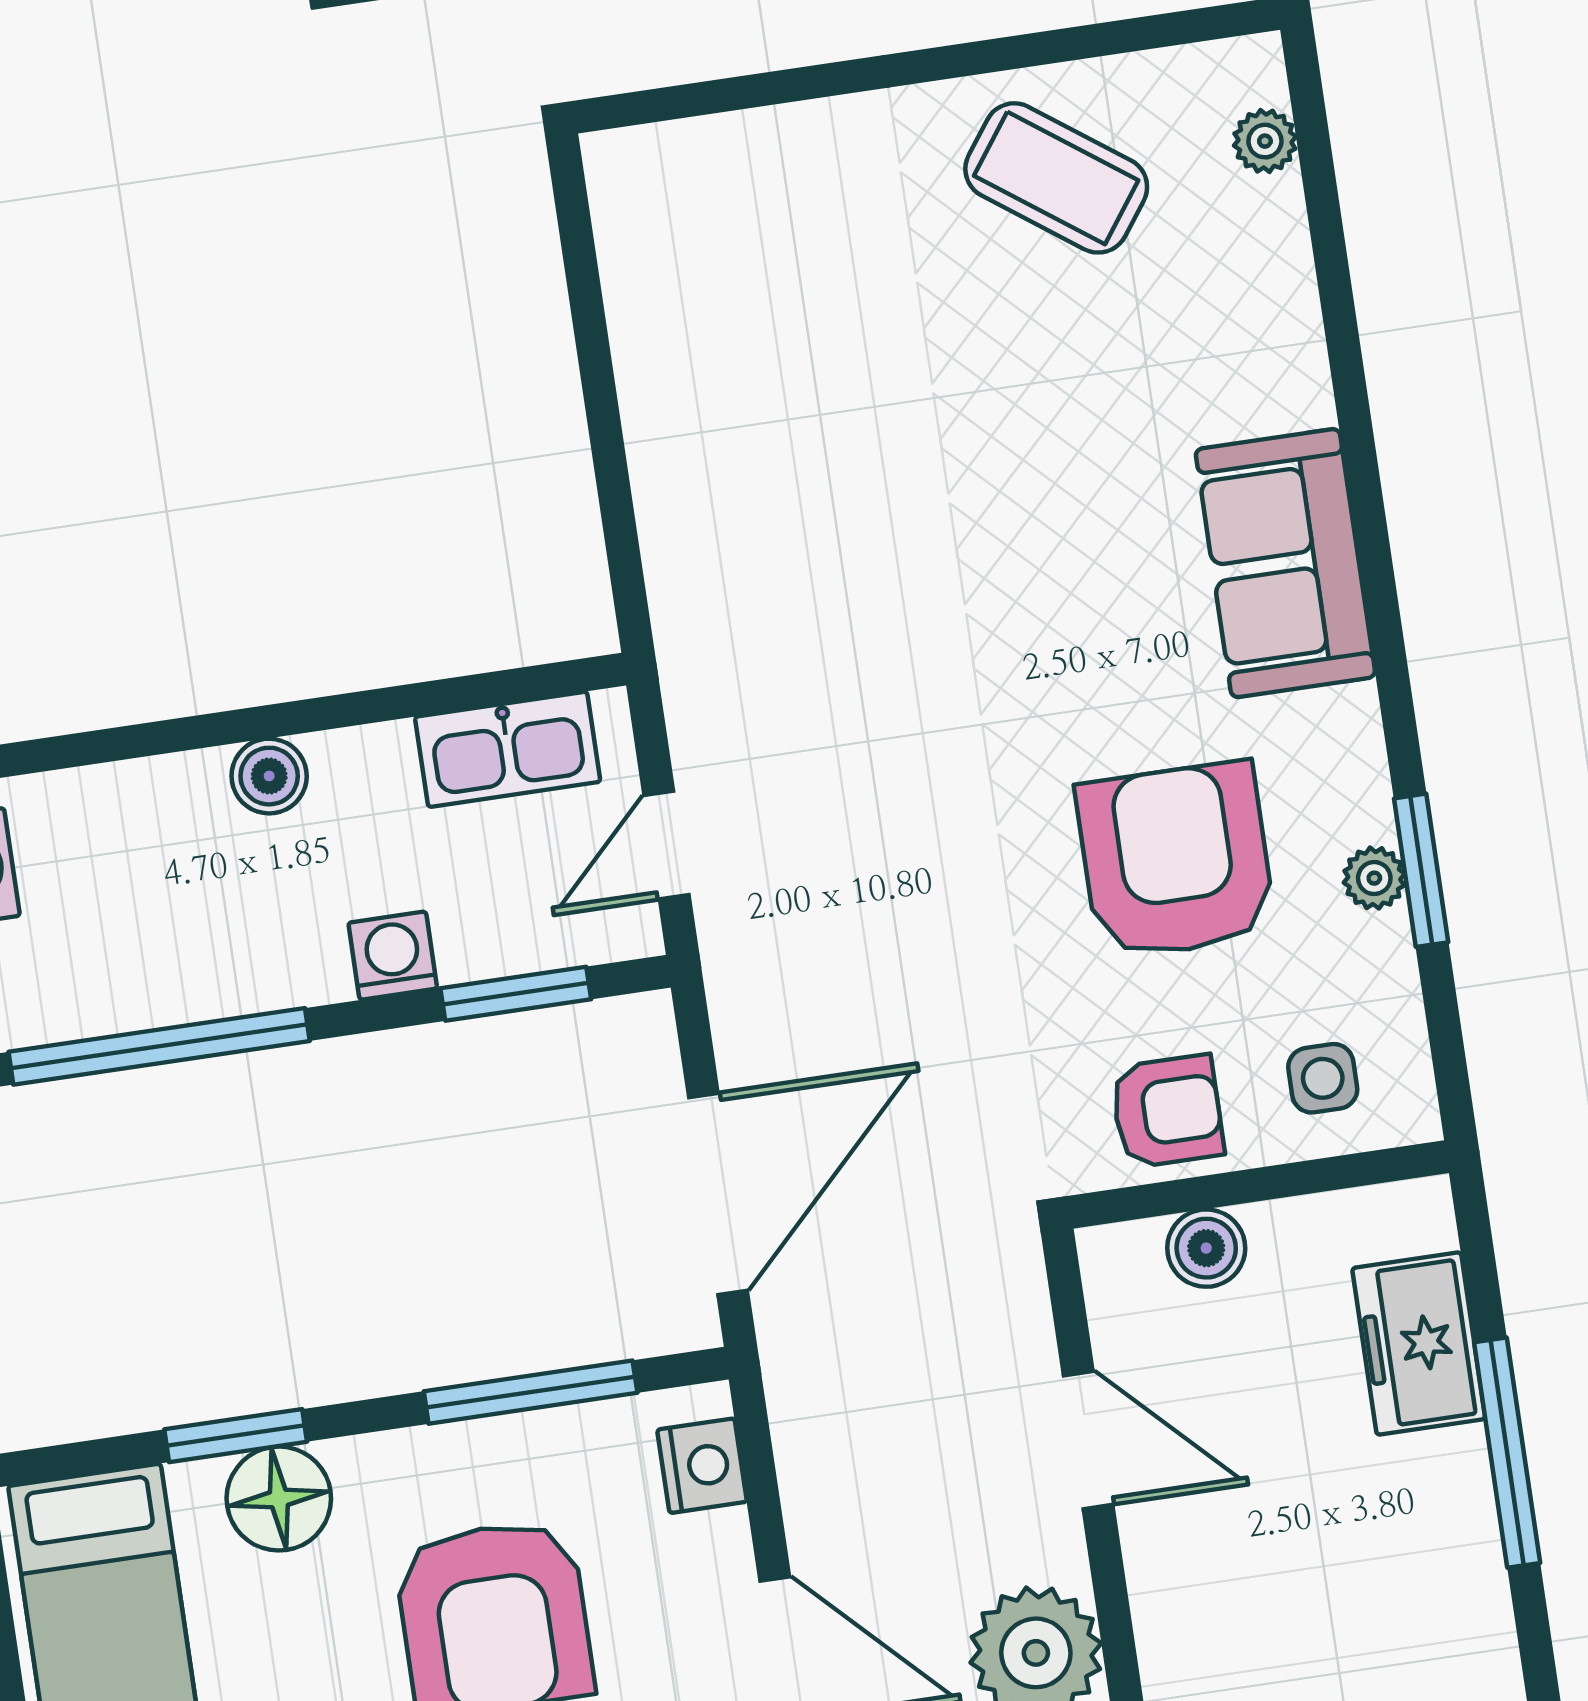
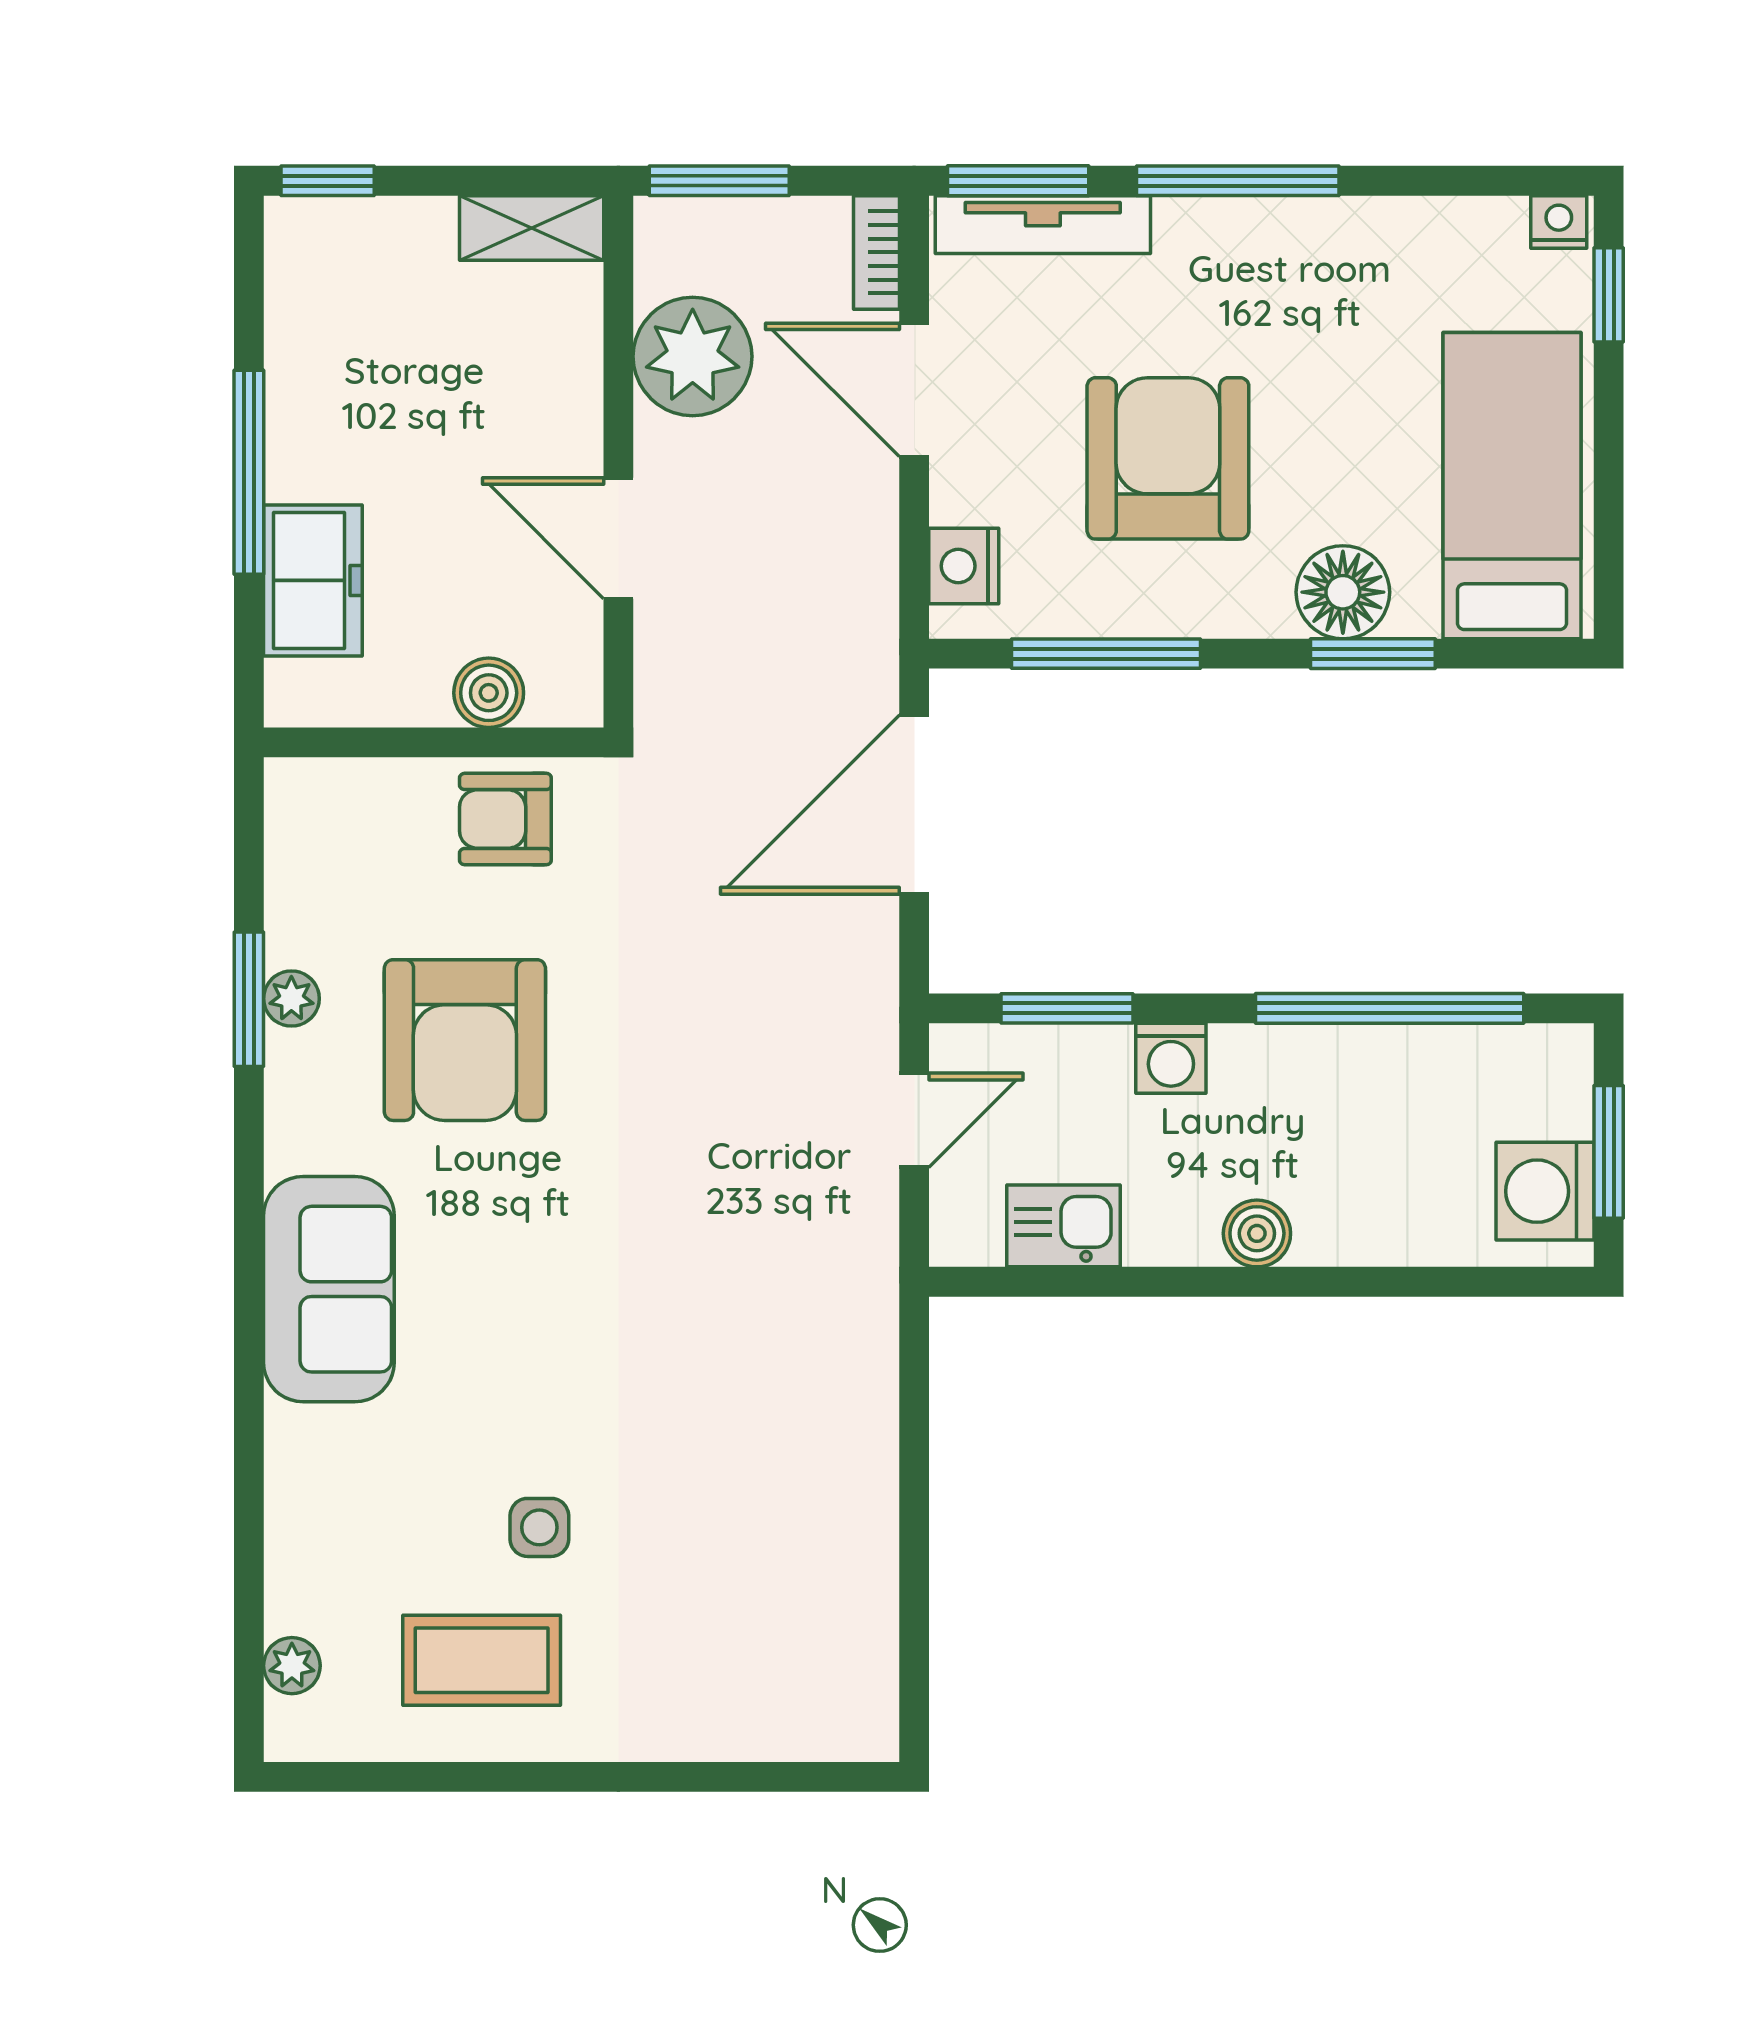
coffee table: (1056, 178) -> (482, 1660), turned -36
kitchen sink: (508, 749) -> (1063, 1226), width x0.73
side table: (1323, 1078) -> (539, 1527), moved

